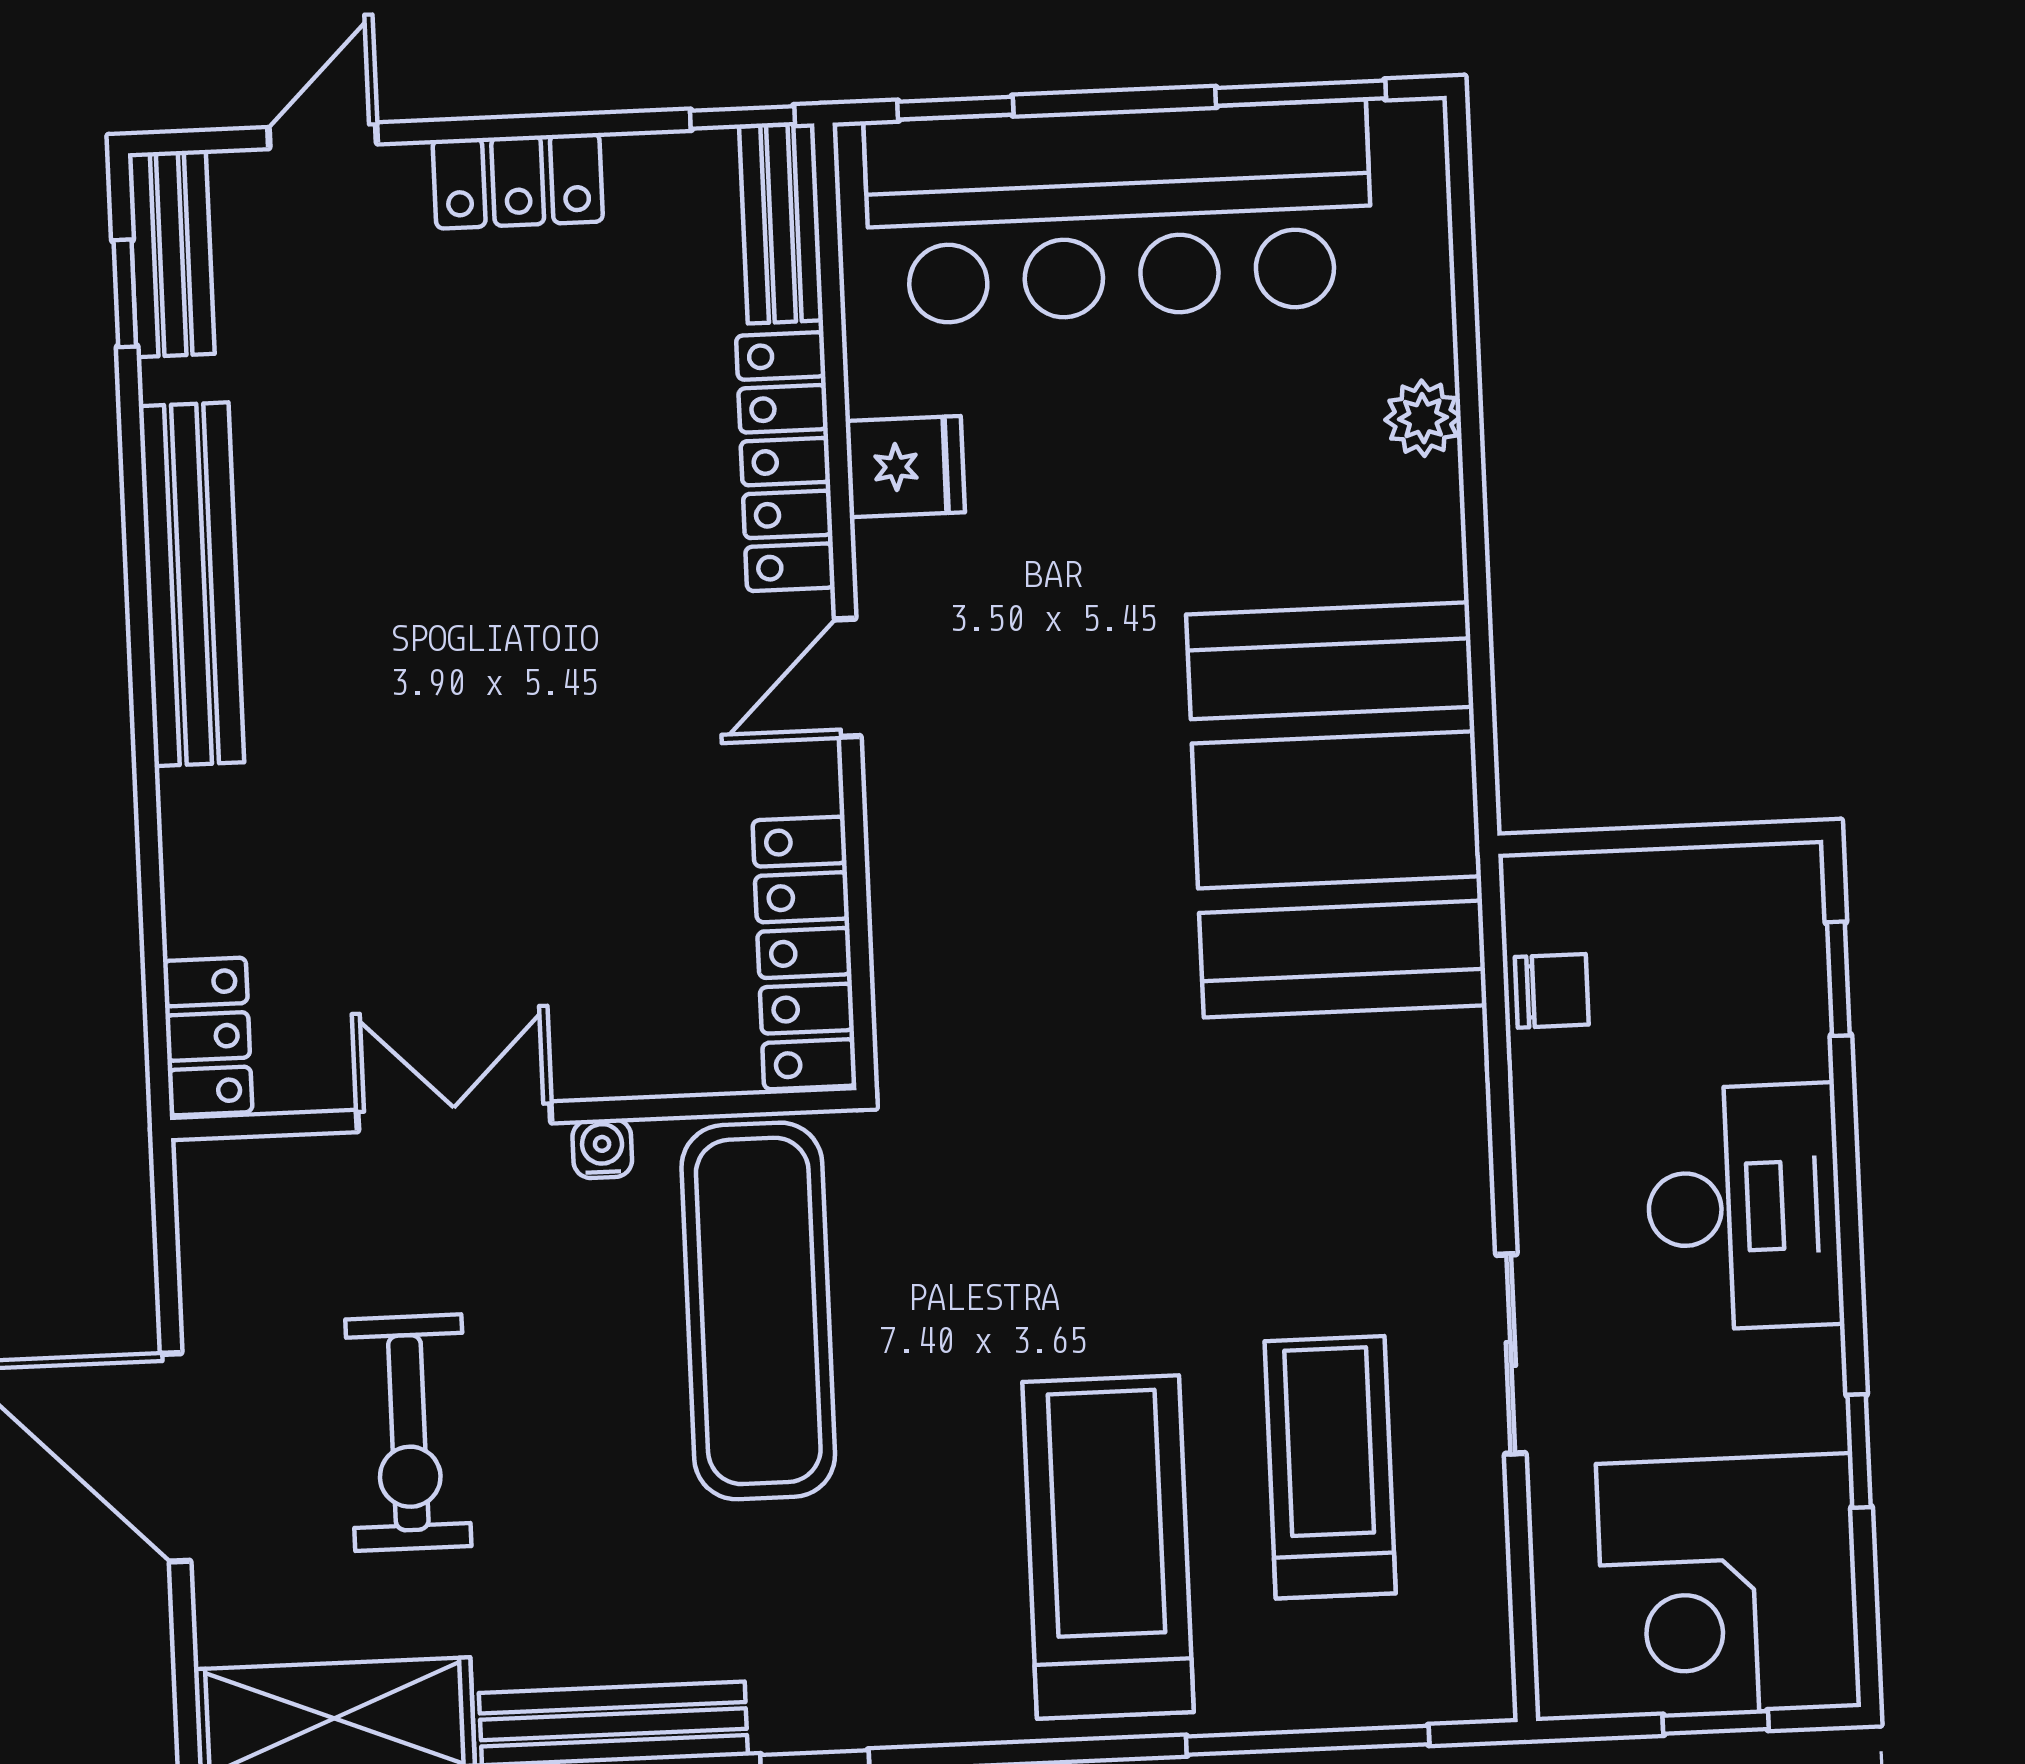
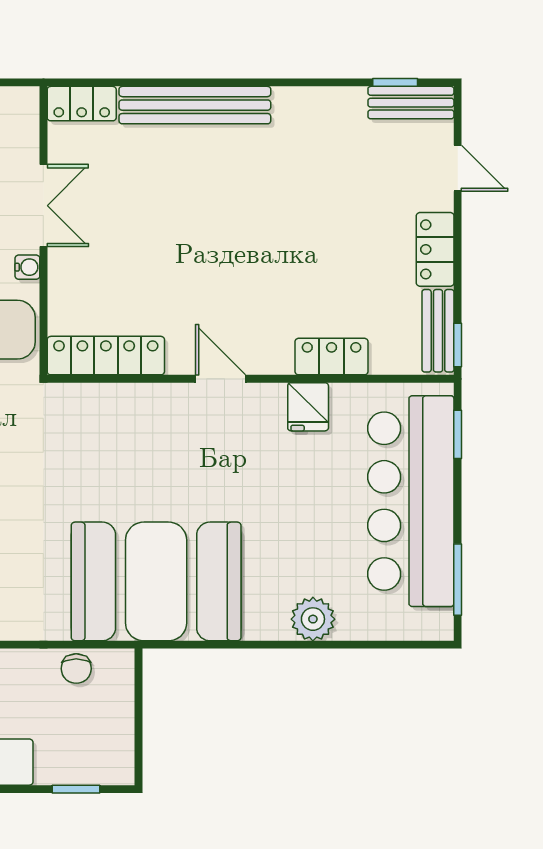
bench: (781, 224) -> (438, 331), moved, turned 90
plant: (1423, 418) -> (313, 619), width x1.38, depth x1.38
locker: (785, 462) -> (332, 357), width x0.66
bench: (191, 584) -> (195, 105), moved

